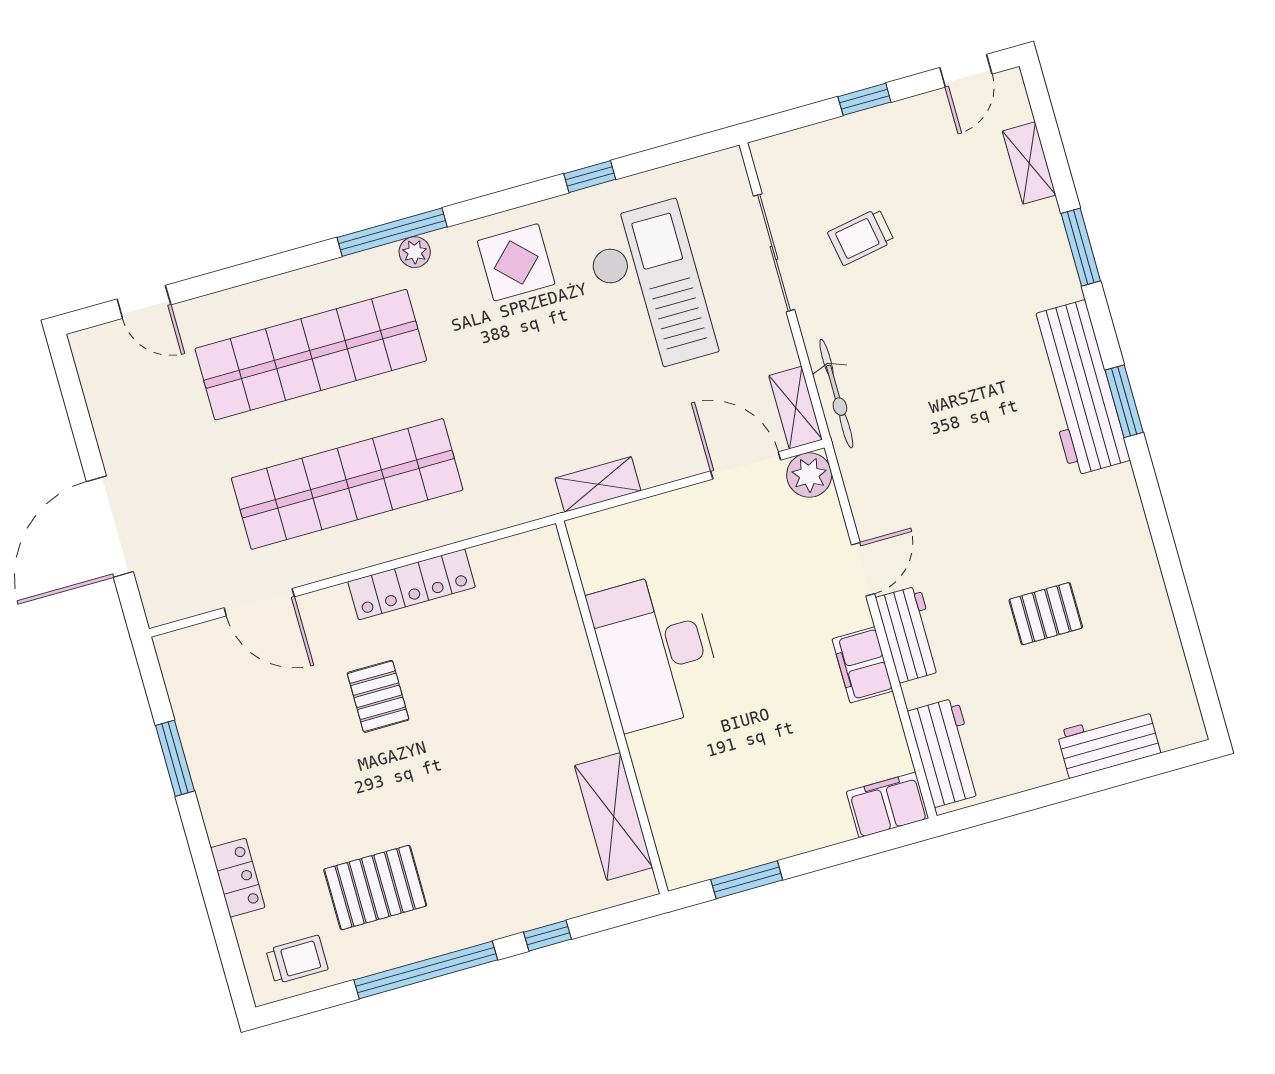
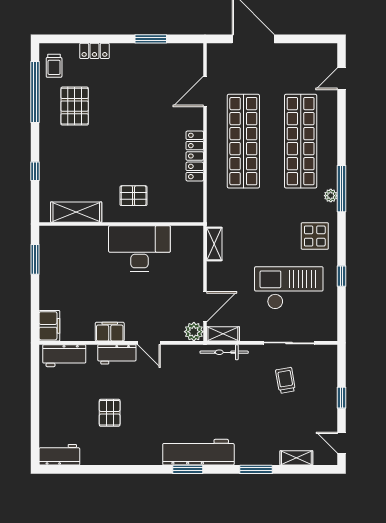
checkout: (650, 288) -> (289, 288), turned 180
pallet: (378, 696) -> (134, 196), moved
workbench: (1109, 742) -> (59, 455), moved, turned -90
window: (426, 970) -> (35, 92), moved

